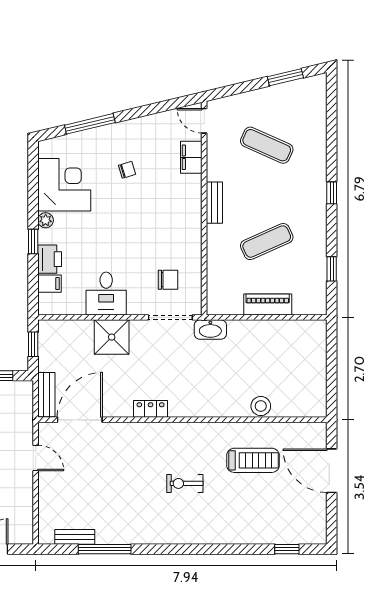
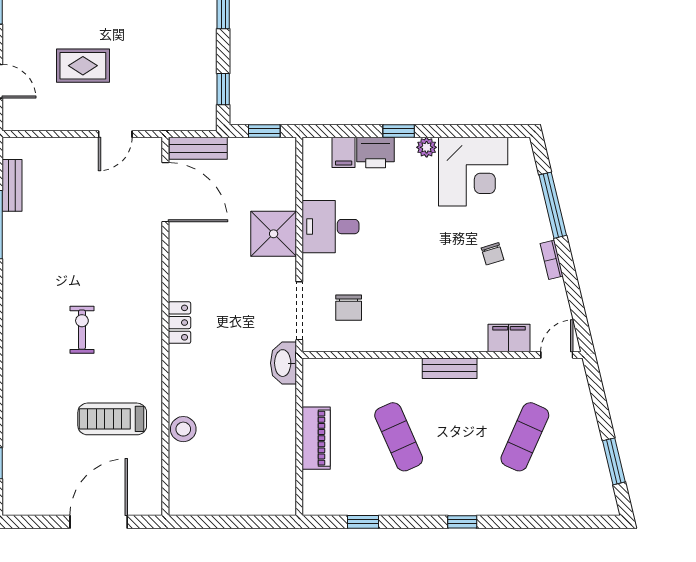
bookcase: (131, 125) -> (552, 260), added
locker: (151, 409) -> (179, 323), moved
treadmill: (253, 460) -> (112, 419), turned 90

